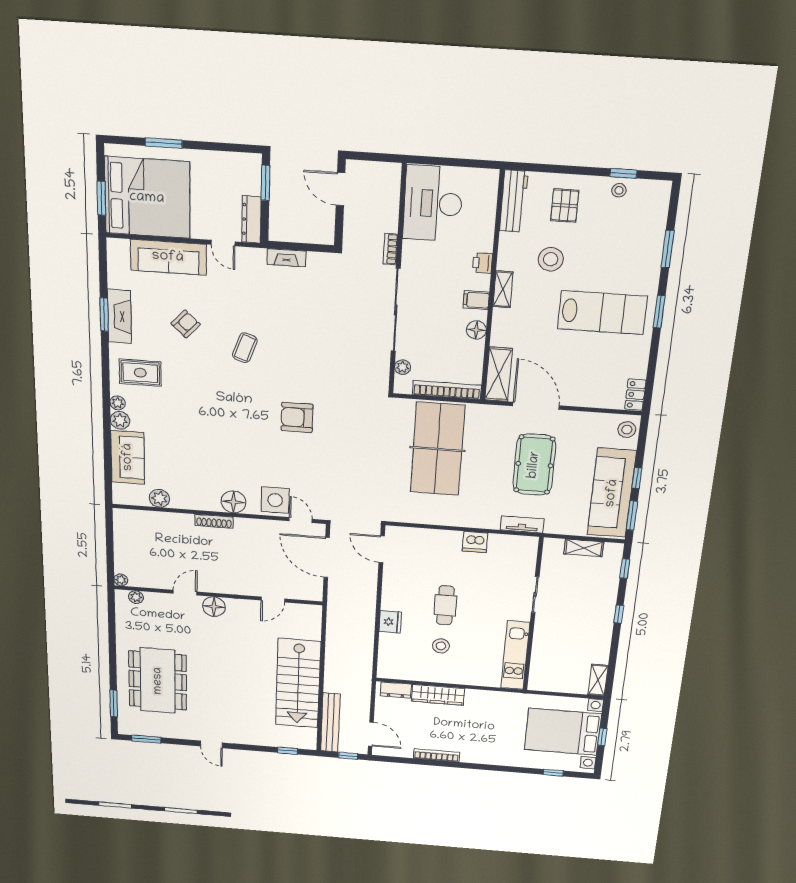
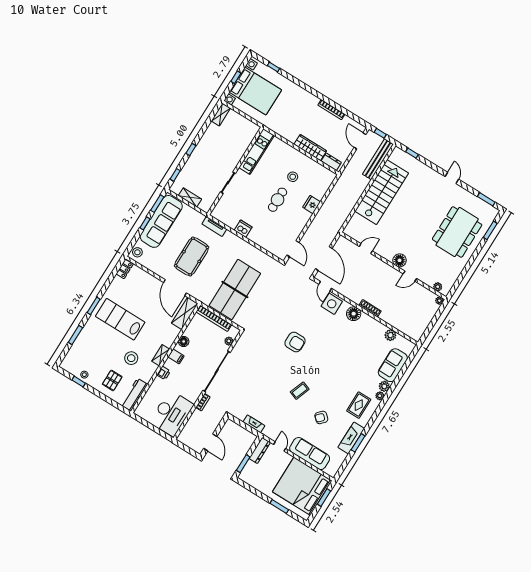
rug: (140, 373) -> (359, 405), turned 90

